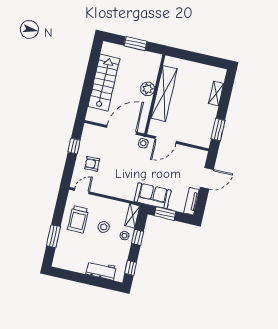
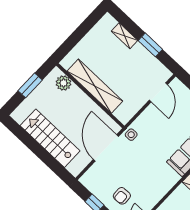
plant: (148, 89) -> (64, 83), moved
window: (218, 130) -> (150, 45), moved
door: (166, 140) -> (158, 92), moved

